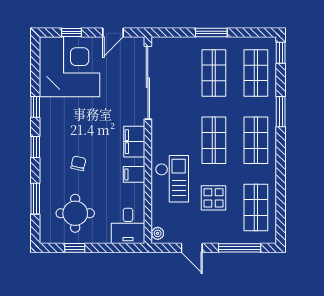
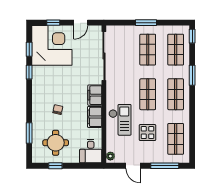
window: (35, 147) -> (29, 49), moved
filing cabinet: (134, 174) -> (95, 117), width x2.00

